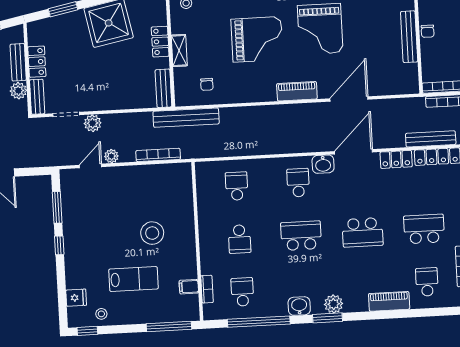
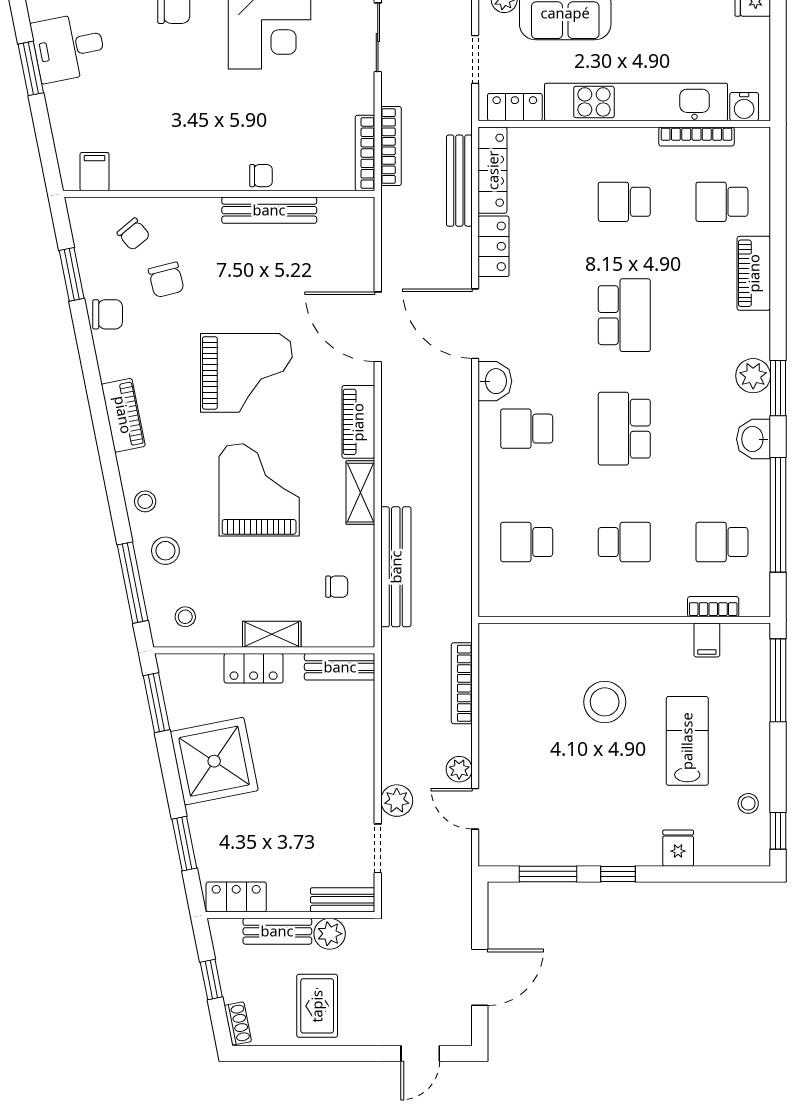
locker: (37, 62) -> (236, 897), moved
shelving: (259, 94) -> (360, 493), added
bench: (186, 118) -> (396, 567), moved
school desk: (424, 229) -> (624, 202), width x0.54
fridge: (76, 298) -> (678, 848), moved

